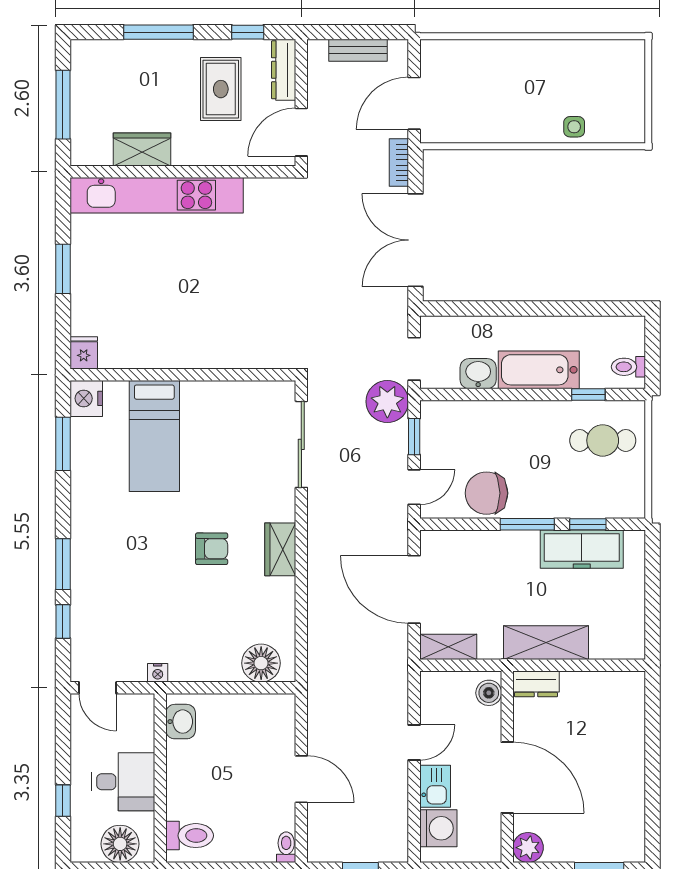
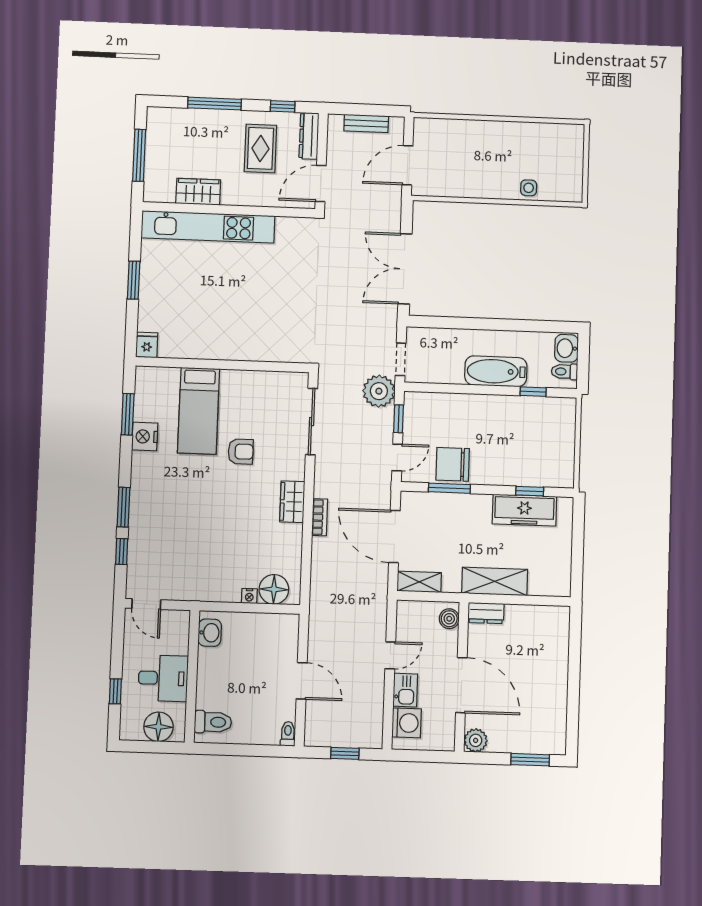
bookcase: (399, 162) -> (320, 517), moved, turned 180
washbasin: (478, 374) -> (566, 348), moved, turned -90
nightstand: (86, 398) -> (145, 436), moved
cafe table: (603, 440) -> (543, 427), removed
window: (527, 524) -> (449, 488), moved
armchair: (212, 549) -> (241, 452), moved
nightstand: (158, 673) -> (249, 596), moved

